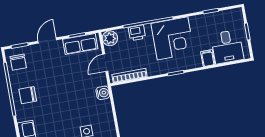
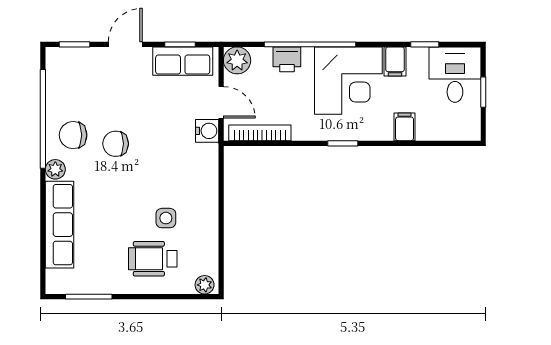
filing cabinet: (196, 23) -> (395, 61), added
desk: (227, 47) -> (455, 75), moved, turned 180
chair: (18, 62) -> (116, 144), moved, turned 90
door: (105, 63) -> (221, 102), swing flipped
water cooler: (103, 93) -> (207, 131), moved
plant: (21, 116) -> (55, 169), added

